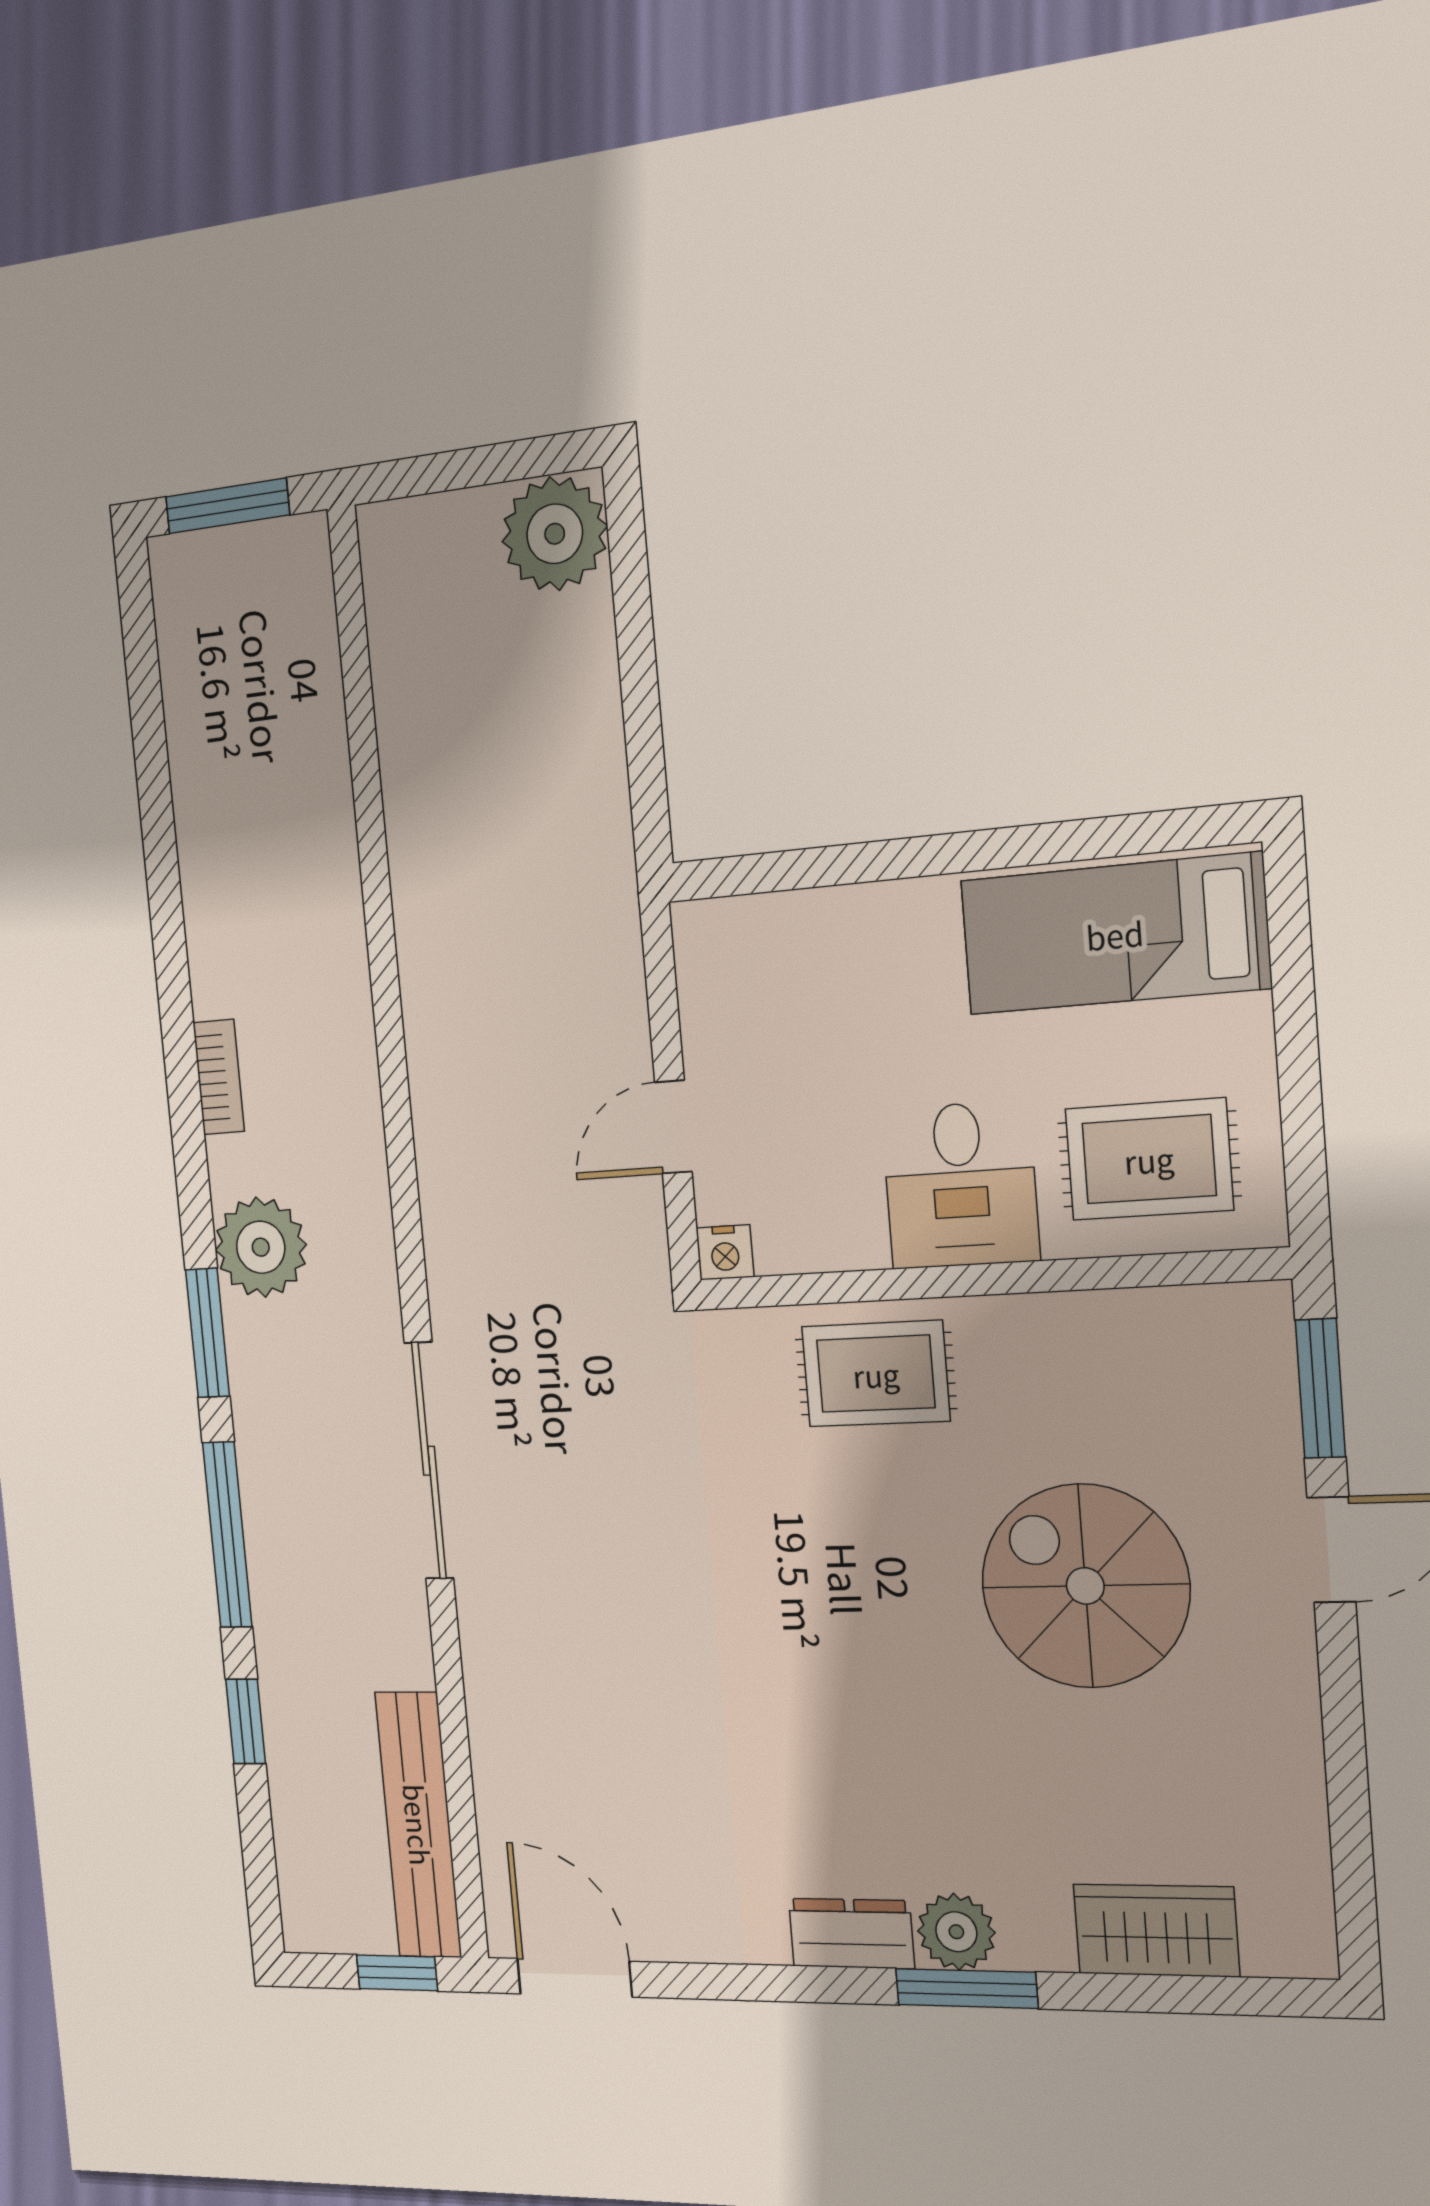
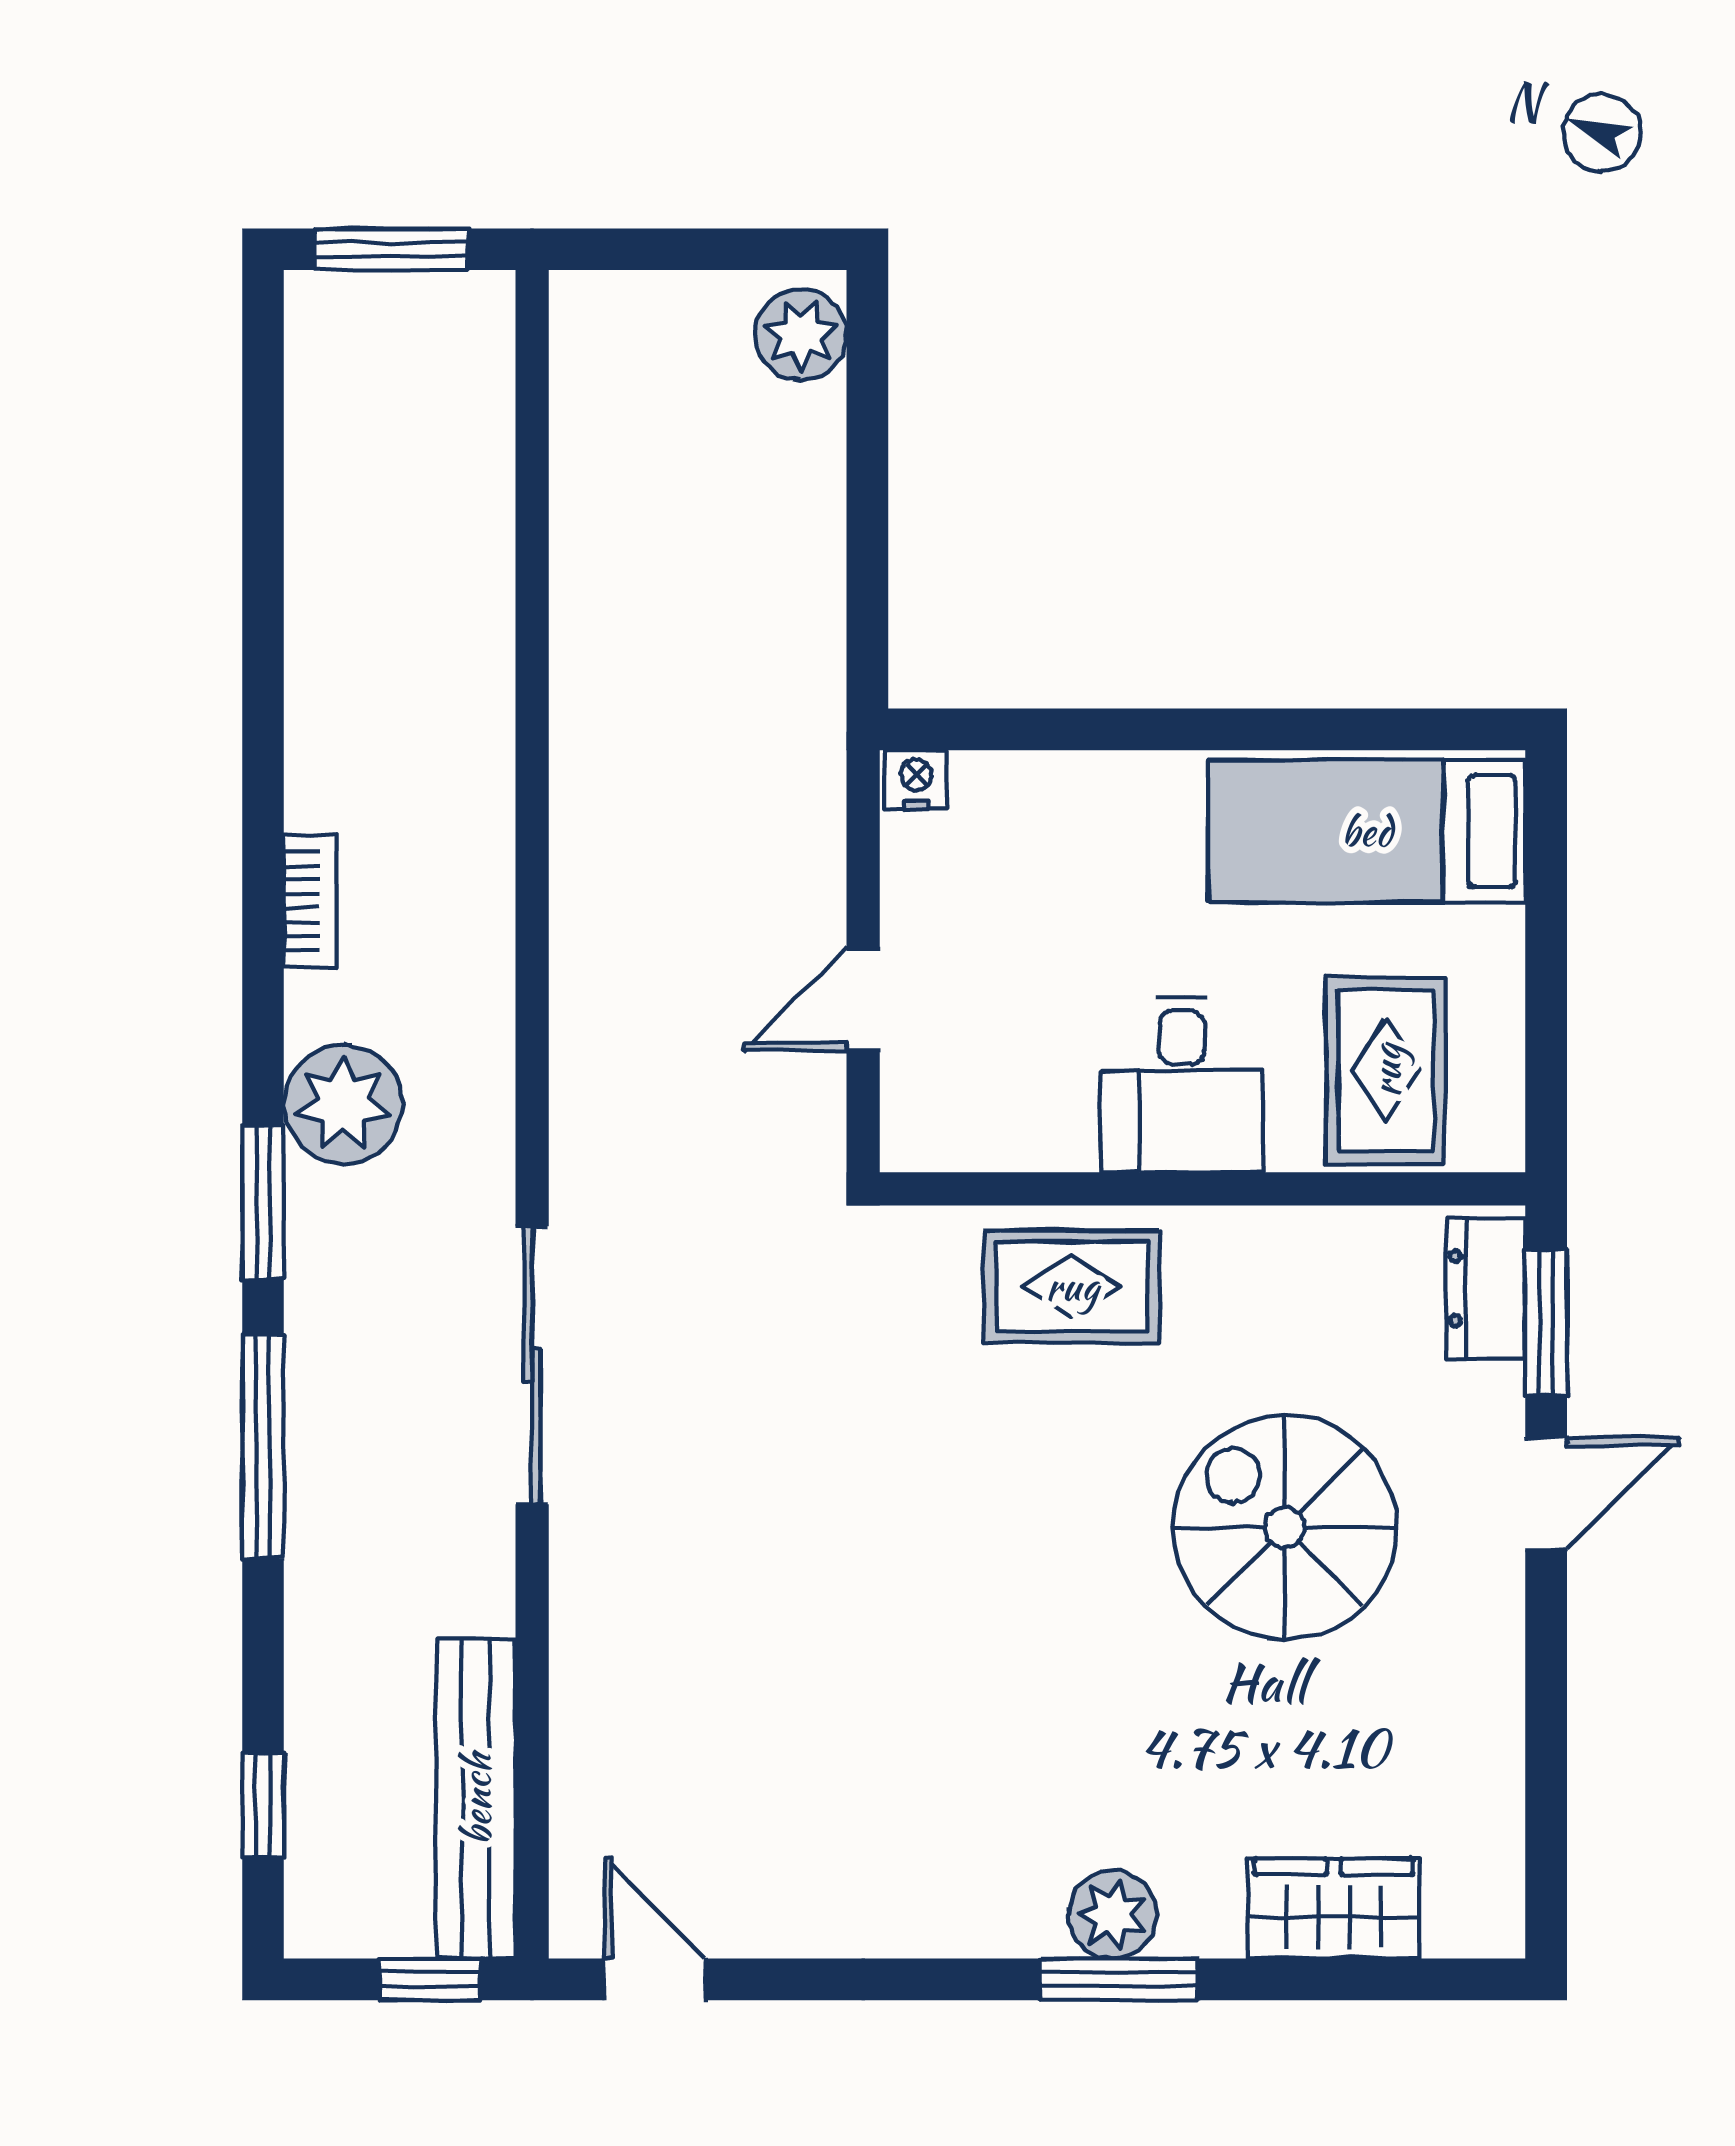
plant: (555, 534) -> (801, 335), width x0.73, depth x0.73
rug: (1149, 1159) -> (1386, 1071), turned 90
nightstand: (725, 1252) -> (916, 780), moved, turned 180
window: (246, 1721) -> (263, 1805), moved
dresser: (851, 1933) -> (1486, 1288), moved, turned -90
door: (575, 1978) -> (655, 1979), width x0.73

